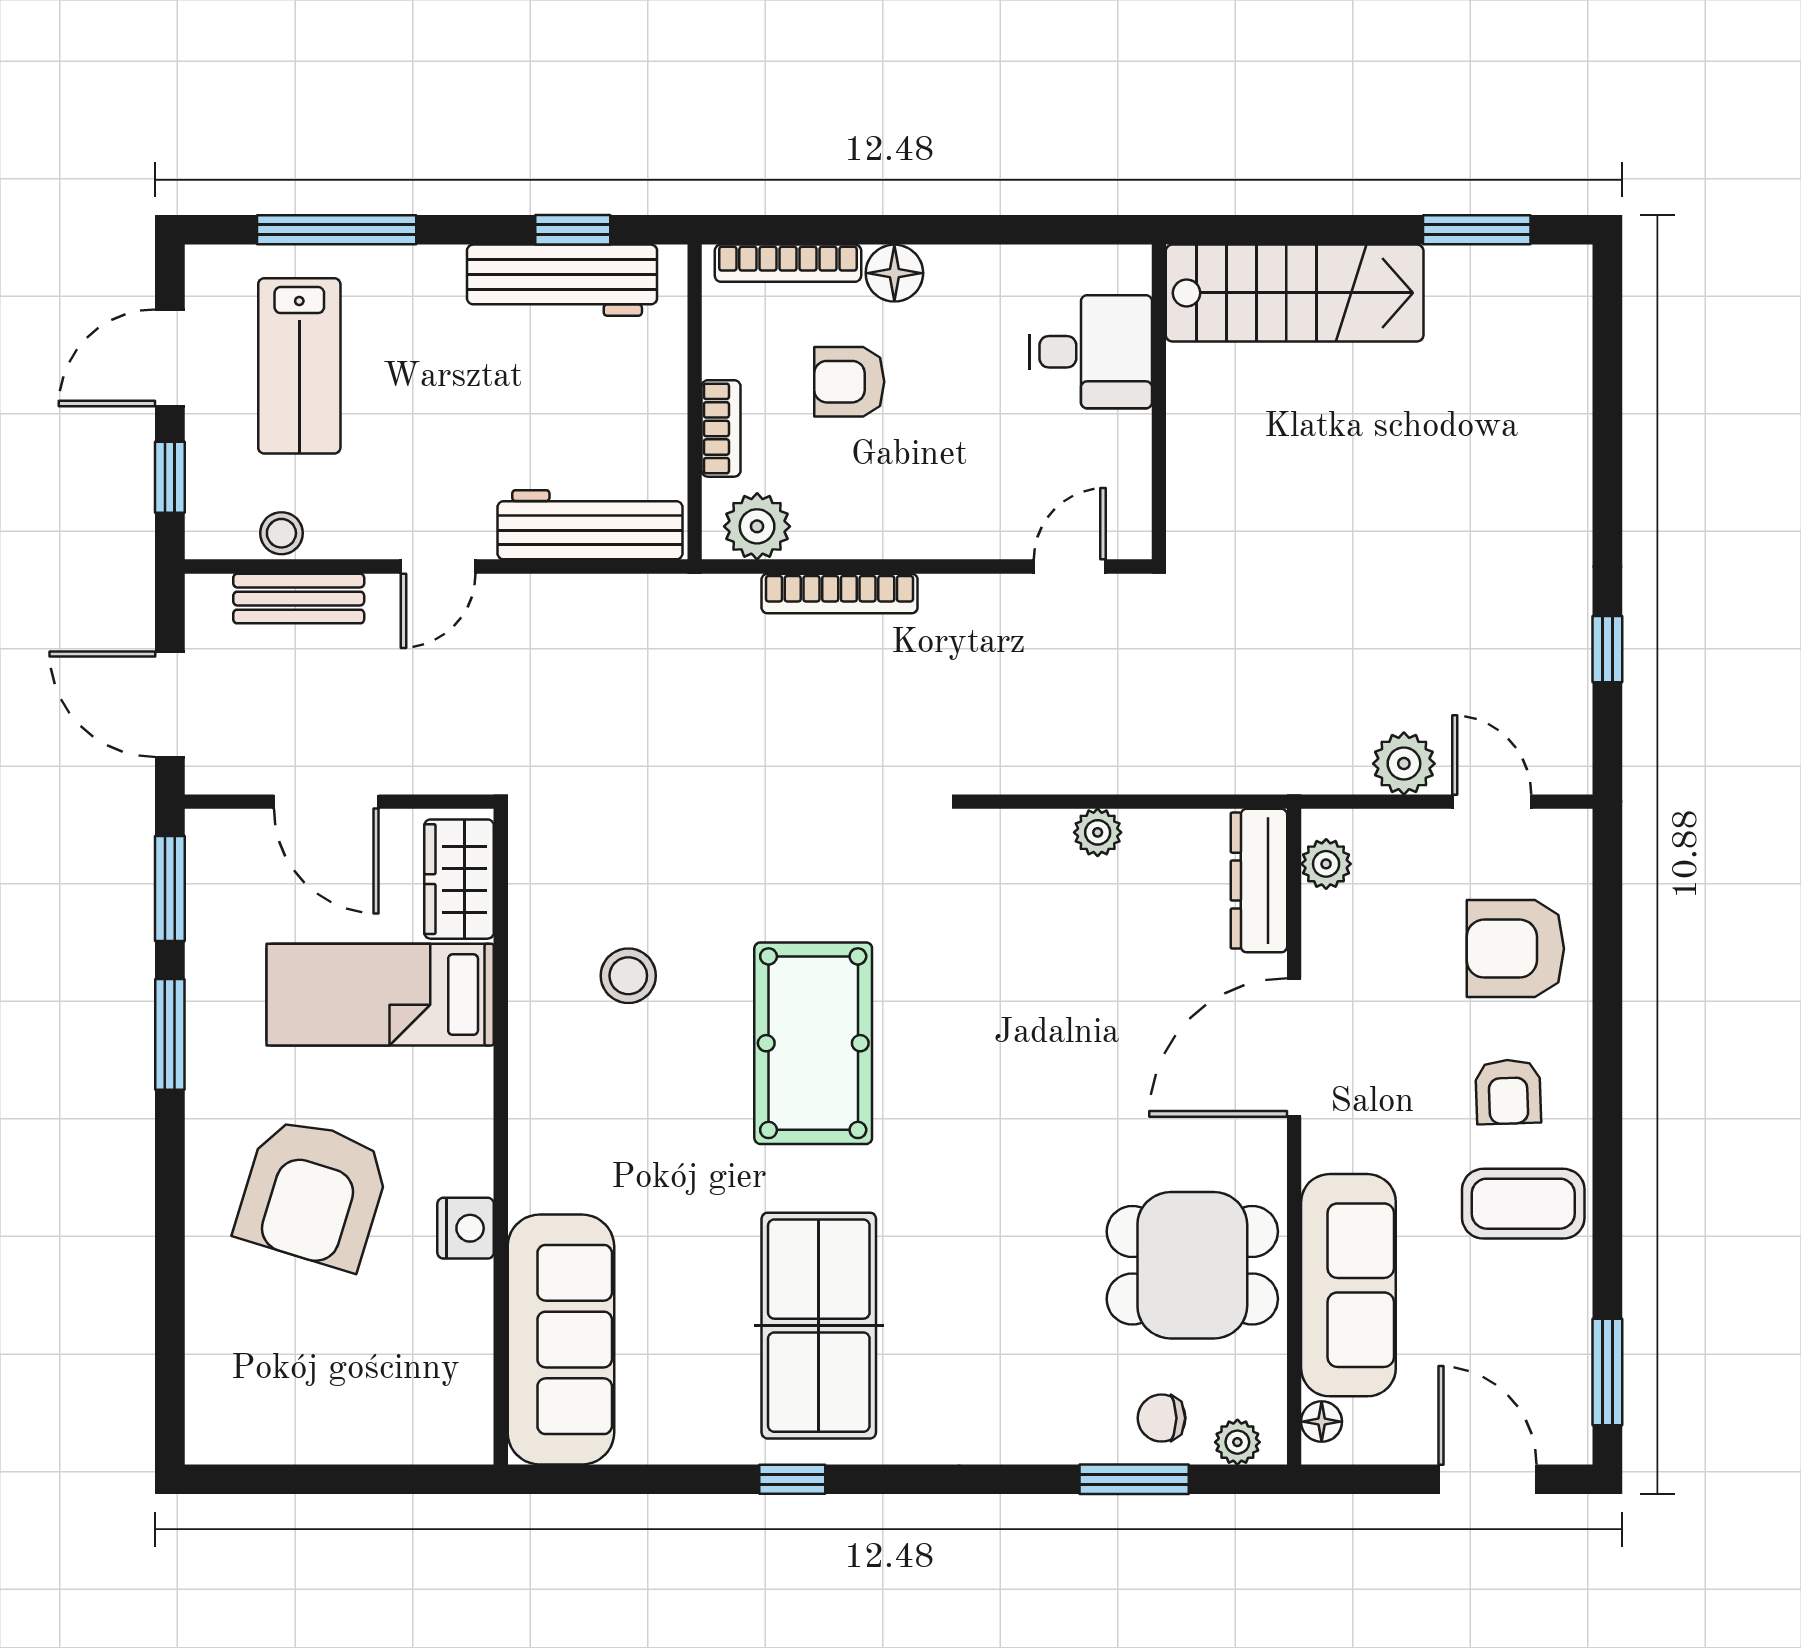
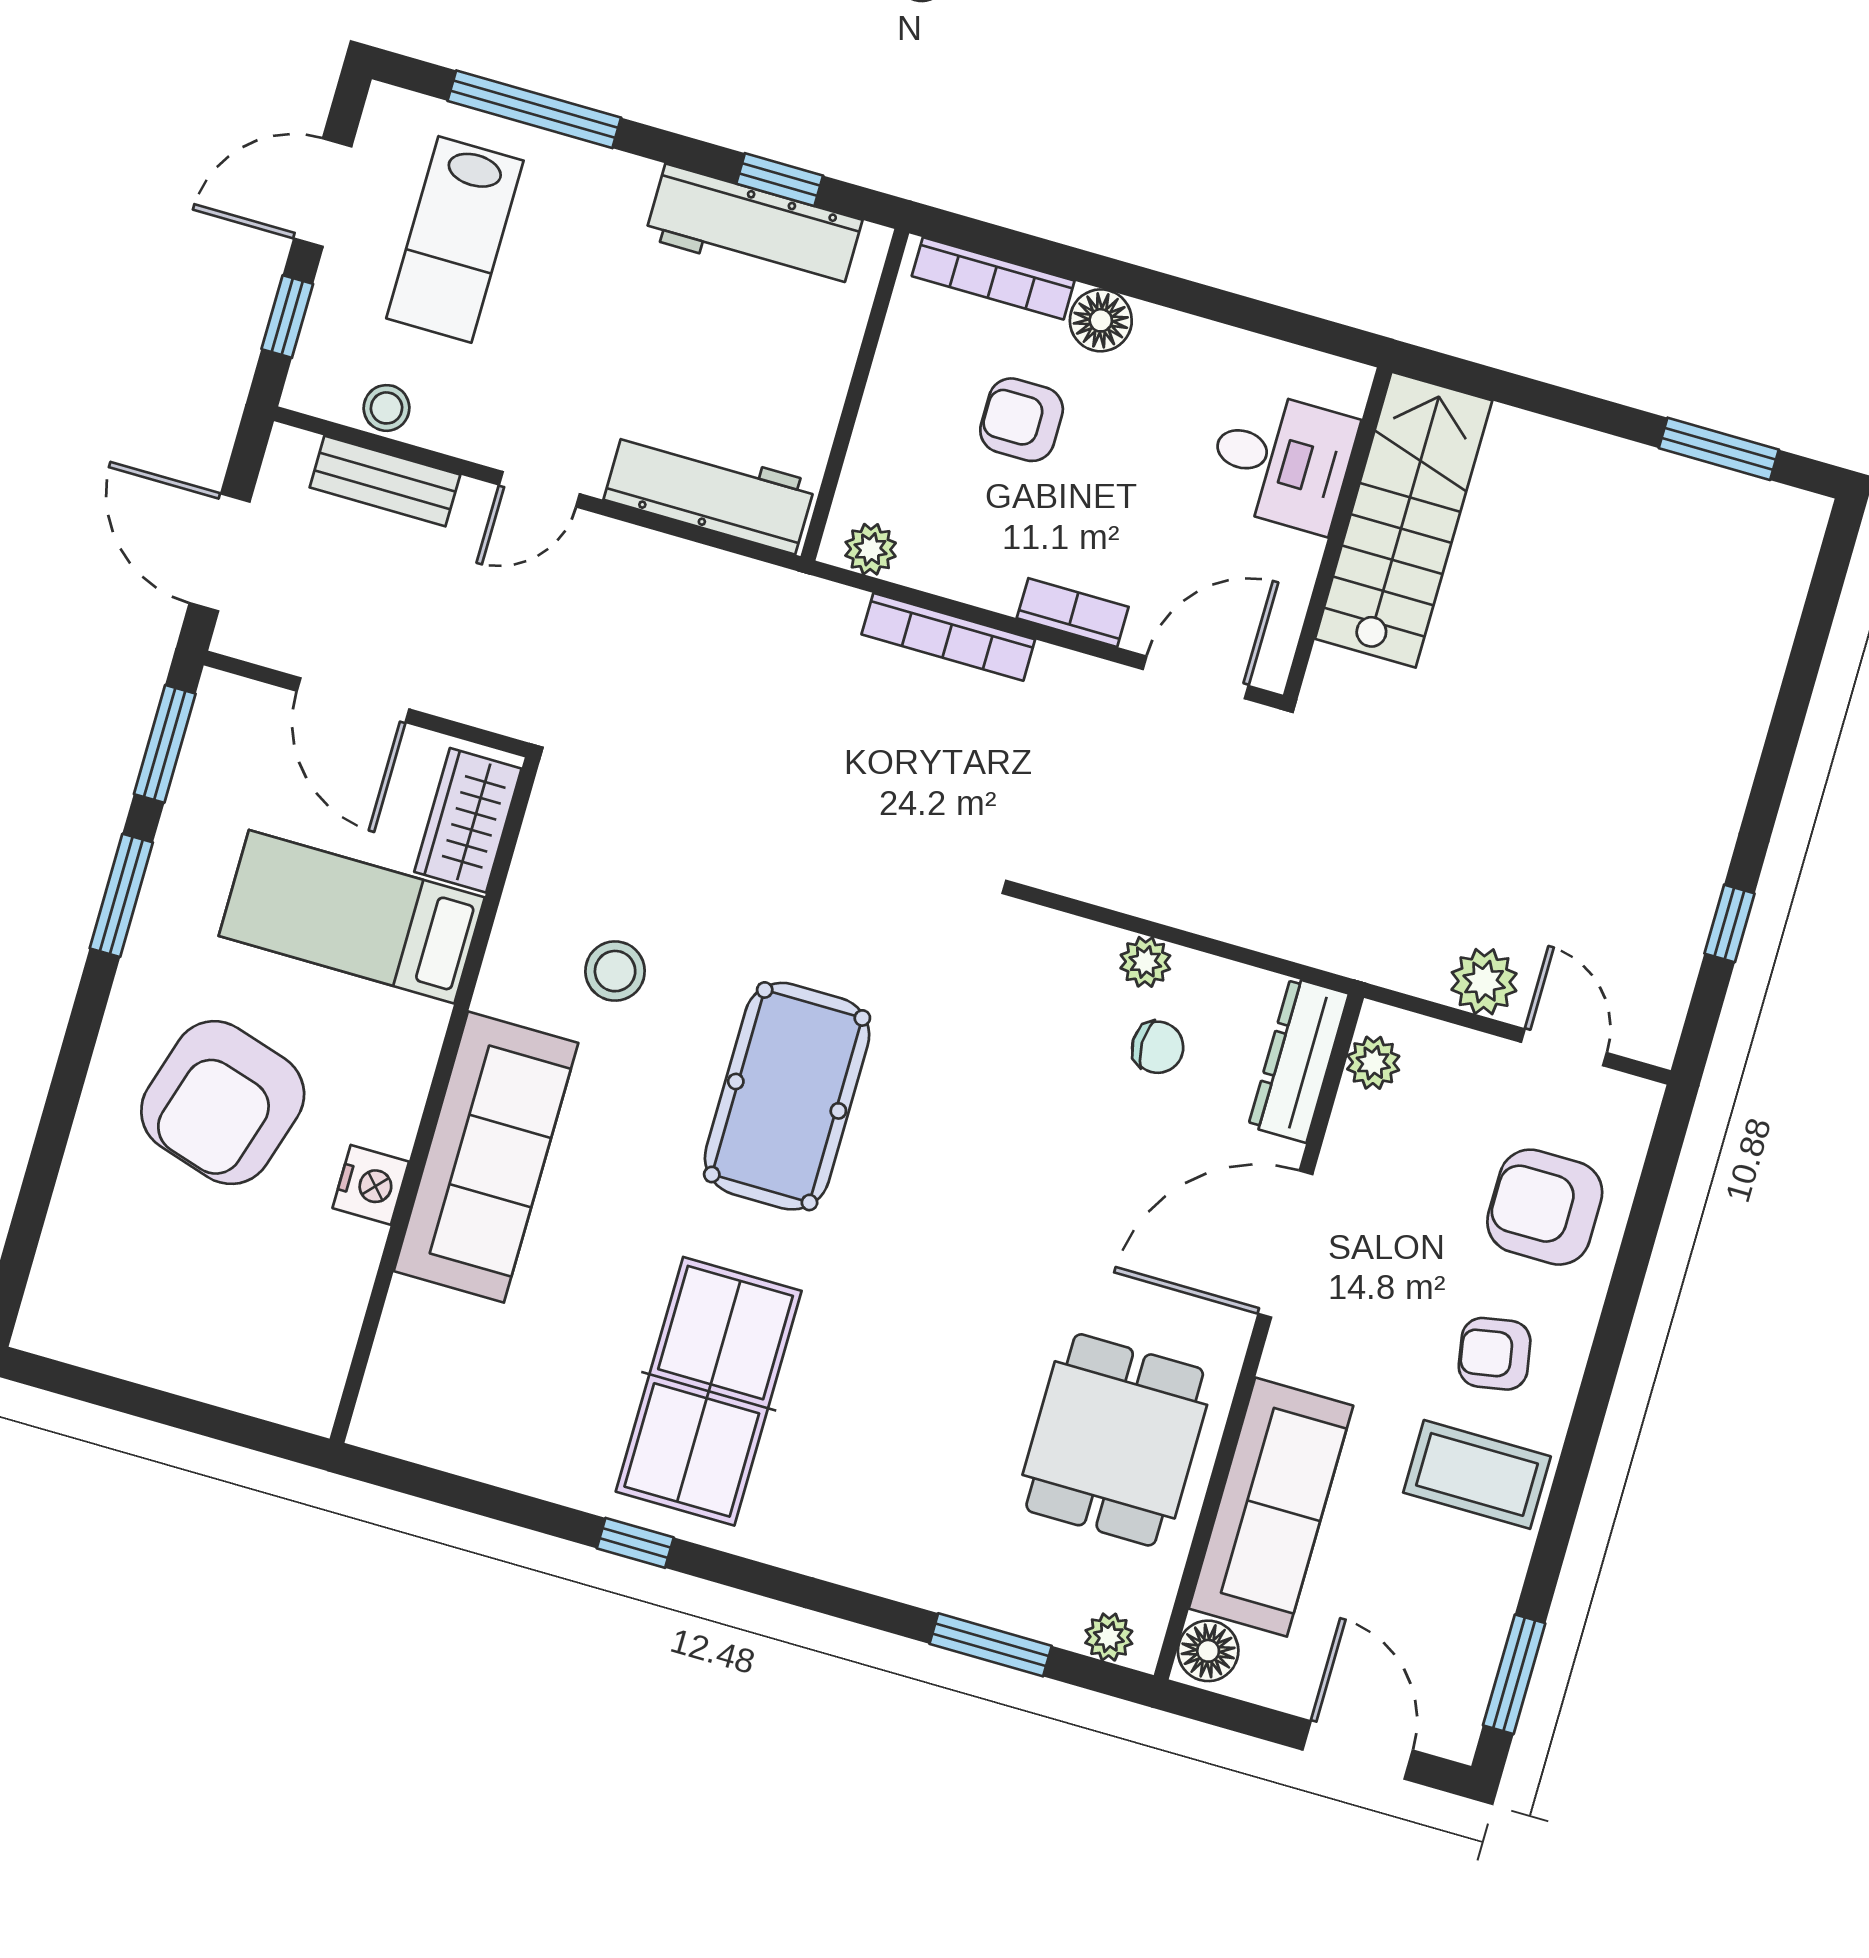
stairs: (1295, 293) -> (1404, 520), moved, turned -90
bookcase: (721, 428) -> (1073, 613), moved, turned -90
plant: (757, 526) -> (871, 549), width x0.73, depth x0.73
door: (1070, 567) -> (1196, 677), width x1.38
armchair: (1508, 1092) -> (1495, 1354), turned 82
dining table: (1192, 1265) -> (1115, 1440), turned 90
sofa: (561, 1340) -> (486, 1157), moved
chair: (1162, 1418) -> (1158, 1047), moved, turned 180
floor lamp: (1322, 1422) -> (1208, 1651), width x1.37, depth x1.37

